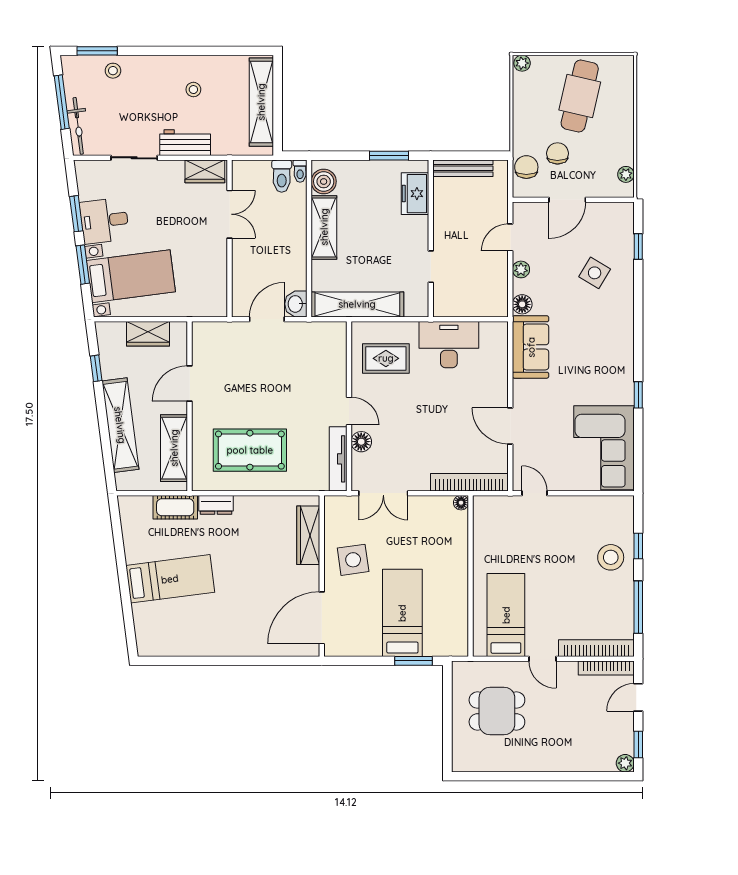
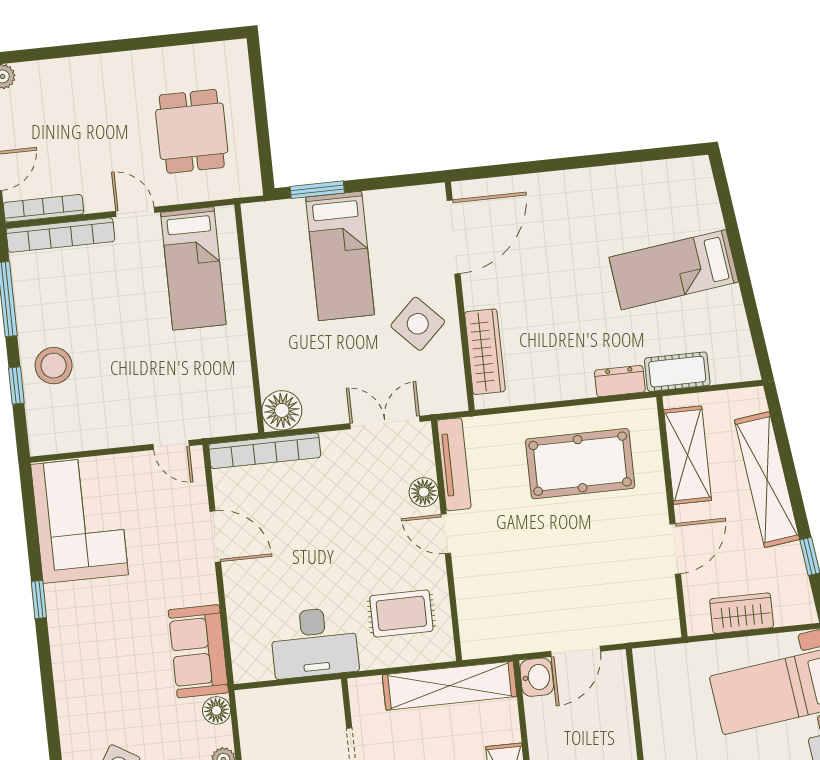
floor lamp: (461, 503) -> (282, 410), width x1.89, depth x1.89
side table: (353, 560) -> (418, 324), turned -36
dining table: (497, 711) -> (192, 131), turned 90

